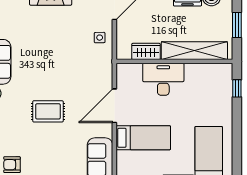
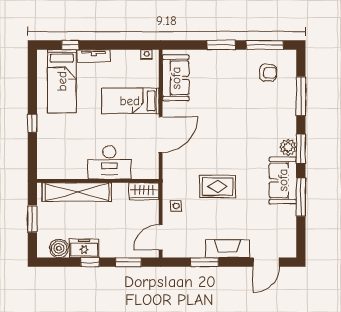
wardrobe: (146, 51) -> (144, 191), moved
window: (237, 88) -> (32, 123), moved
rug: (48, 111) -> (218, 186), moved

